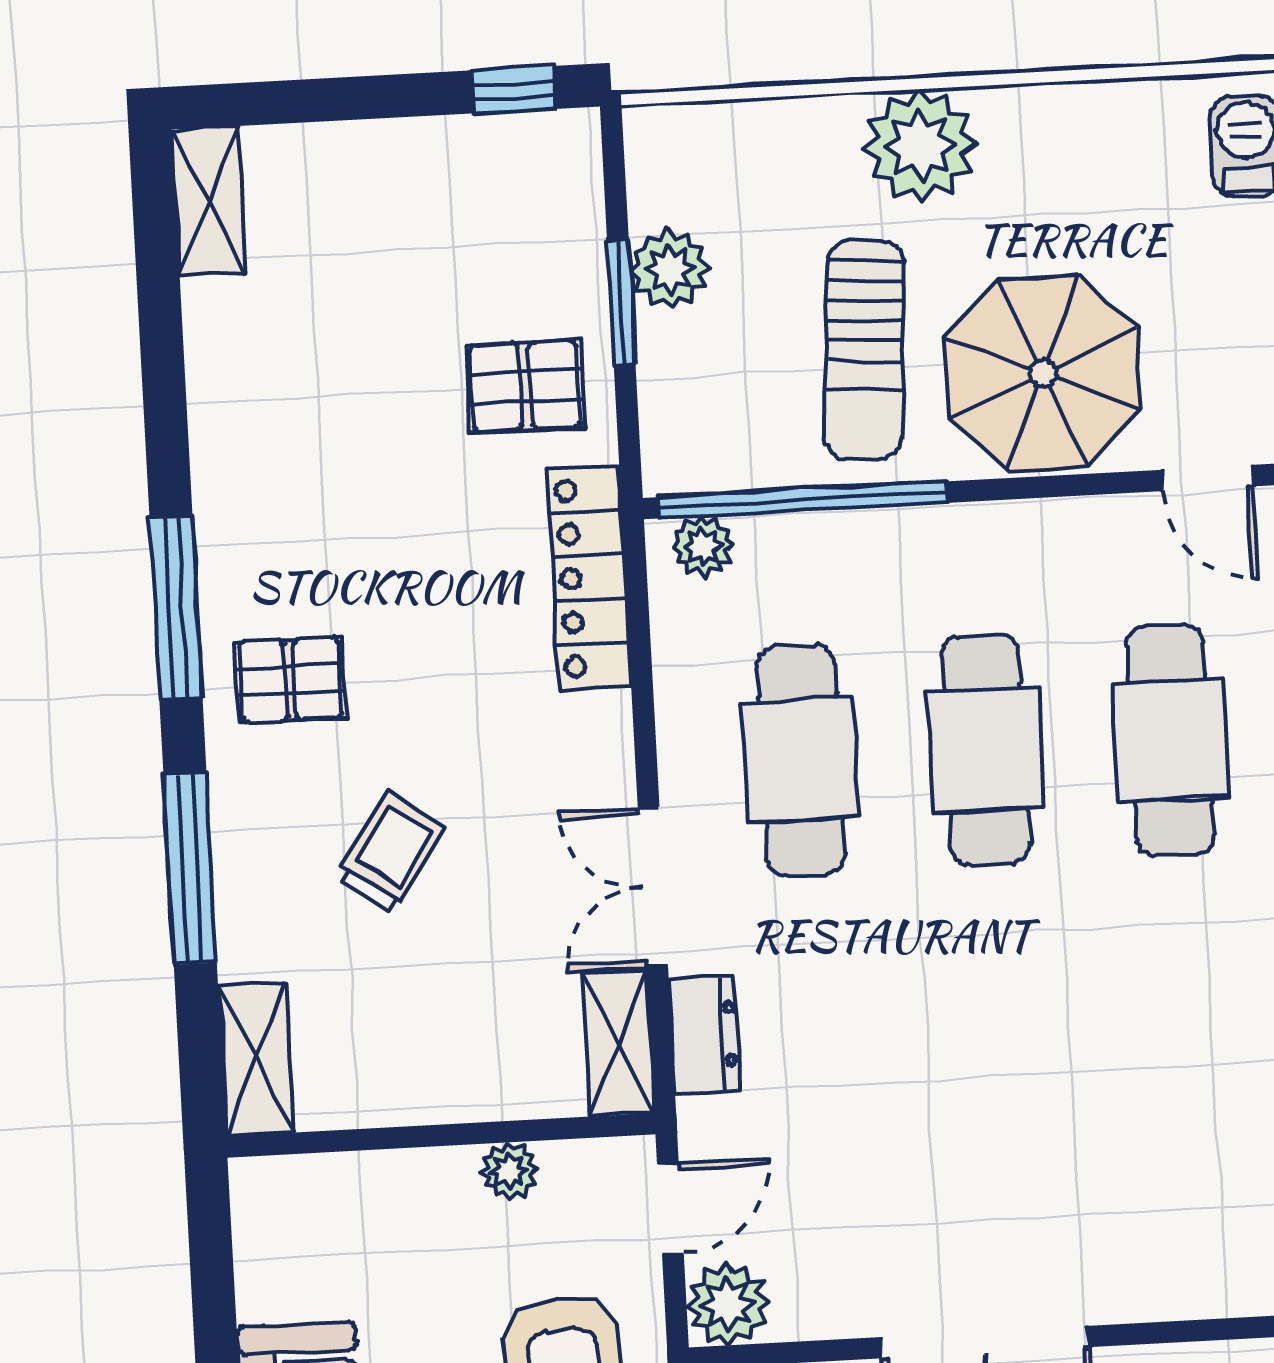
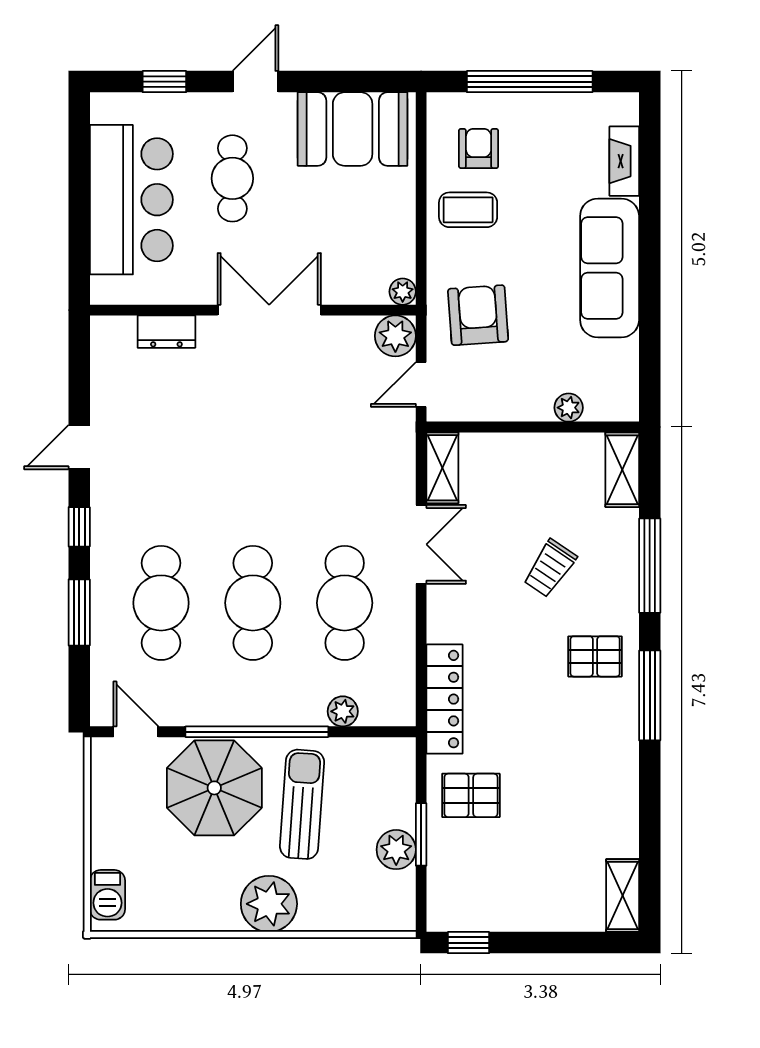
window: (803, 500) -> (257, 732), moved
plant: (703, 547) -> (343, 711), moved
dresser: (704, 1035) -> (166, 332), moved, turned -90
plant: (509, 1171) -> (569, 408), moved

